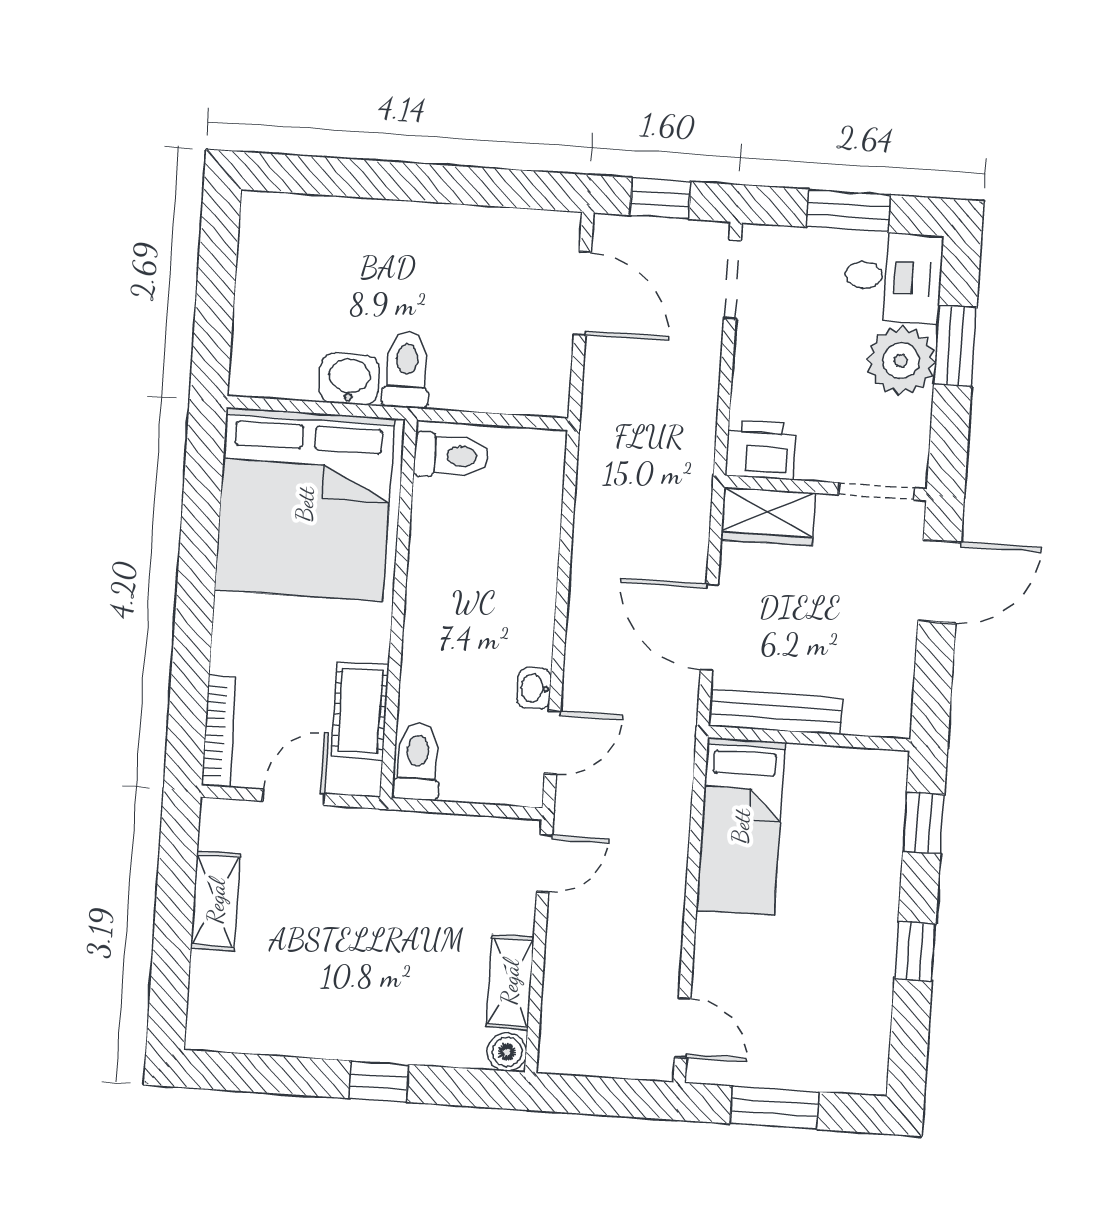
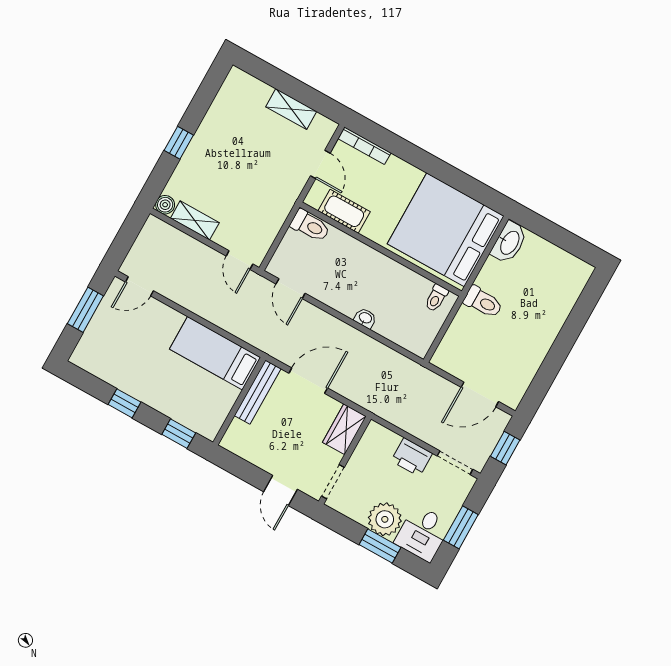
washbasin: (349, 379) -> (509, 242), moved, width x1.38
printer: (761, 450) -> (412, 457), moved, turned 90
toilet: (451, 456) -> (436, 298), width x0.73, depth x0.72
door: (940, 582) -> (281, 490), width x0.73
washbasin: (534, 688) -> (365, 318), moved

